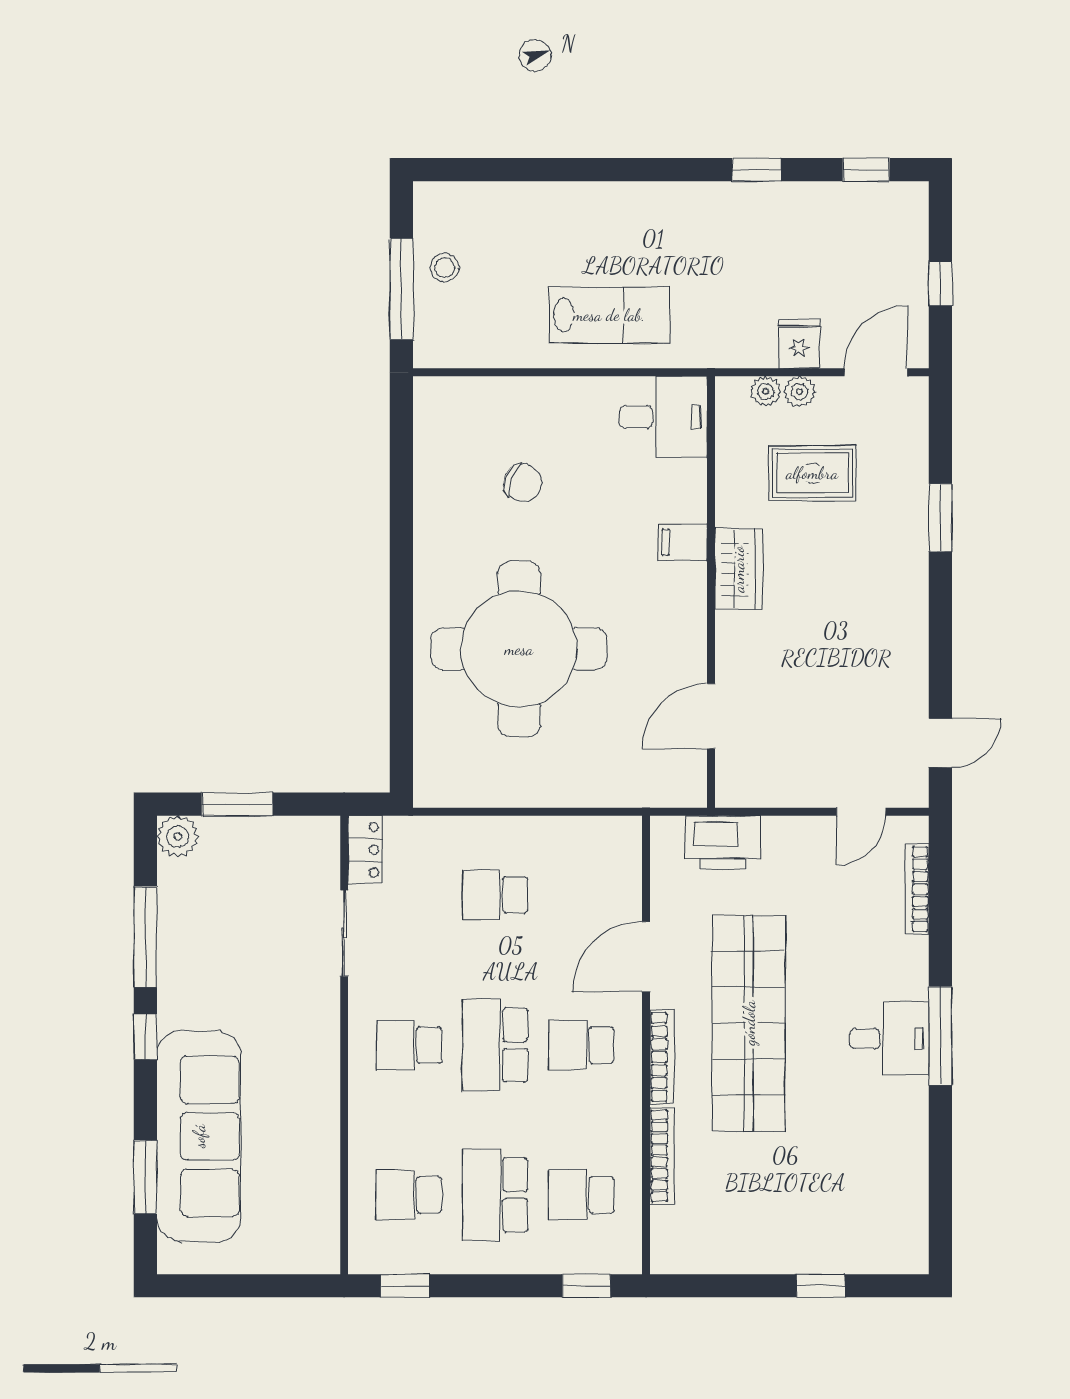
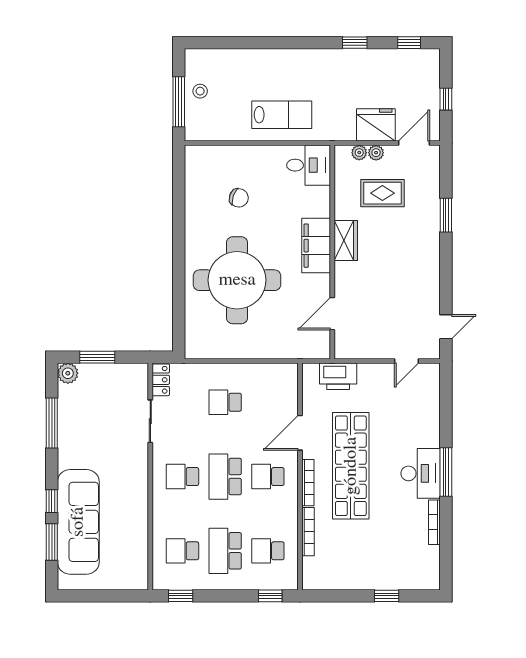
fridge: (799, 344) -> (376, 125), width x1.88, depth x1.34
filing cabinet: (683, 542) -> (316, 246), width x3.00, depth x1.17
bookcase: (917, 889) -> (434, 522), moved
window: (145, 1037) -> (52, 501), moved
desk: (889, 1039) -> (421, 473), width x1.37

